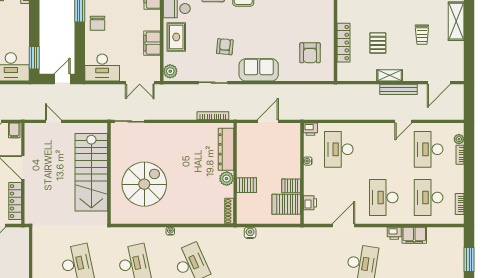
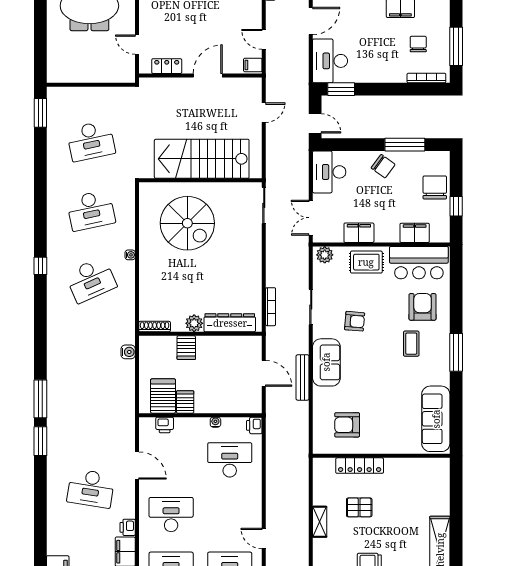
chair: (97, 23) -> (383, 166), turned -144
bench: (398, 89) -> (303, 377), moved
locker: (15, 201) -> (167, 66), width x0.66

